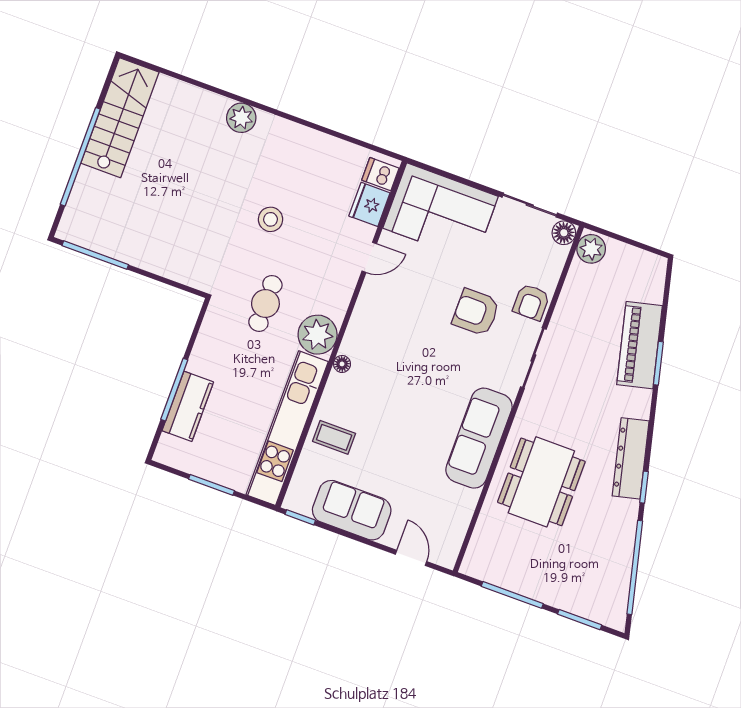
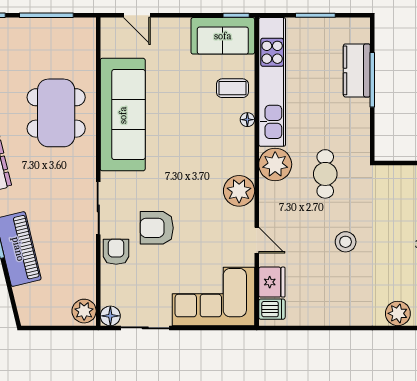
door: (369, 257) -> (257, 240), swing flipped
armchair: (476, 312) -> (157, 228), turned 180
plant: (369, 320) -> (239, 191), added
floor lamp: (342, 364) -> (247, 120), moved
sofa: (479, 438) -> (123, 115), width x1.36, depth x1.27
sofa: (352, 510) -> (223, 36), moved

